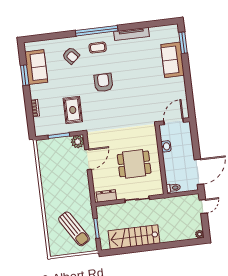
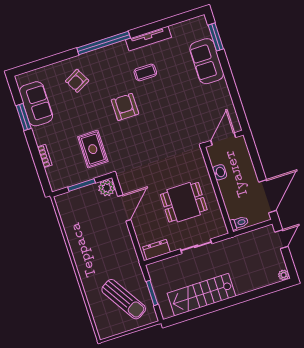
coffee table: (98, 48) -> (145, 72), moved
armchair: (71, 56) -> (77, 81), turned 103

